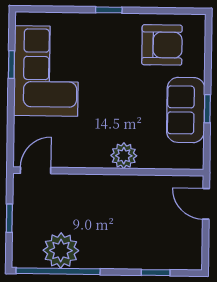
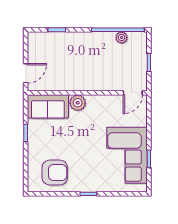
armchair: (162, 45) -> (55, 173), turned 180
sofa: (186, 110) -> (48, 106), moved, turned 90
door: (206, 204) -> (26, 73), hinge flipped
plant: (61, 250) -> (122, 38), width x0.53, depth x0.53

